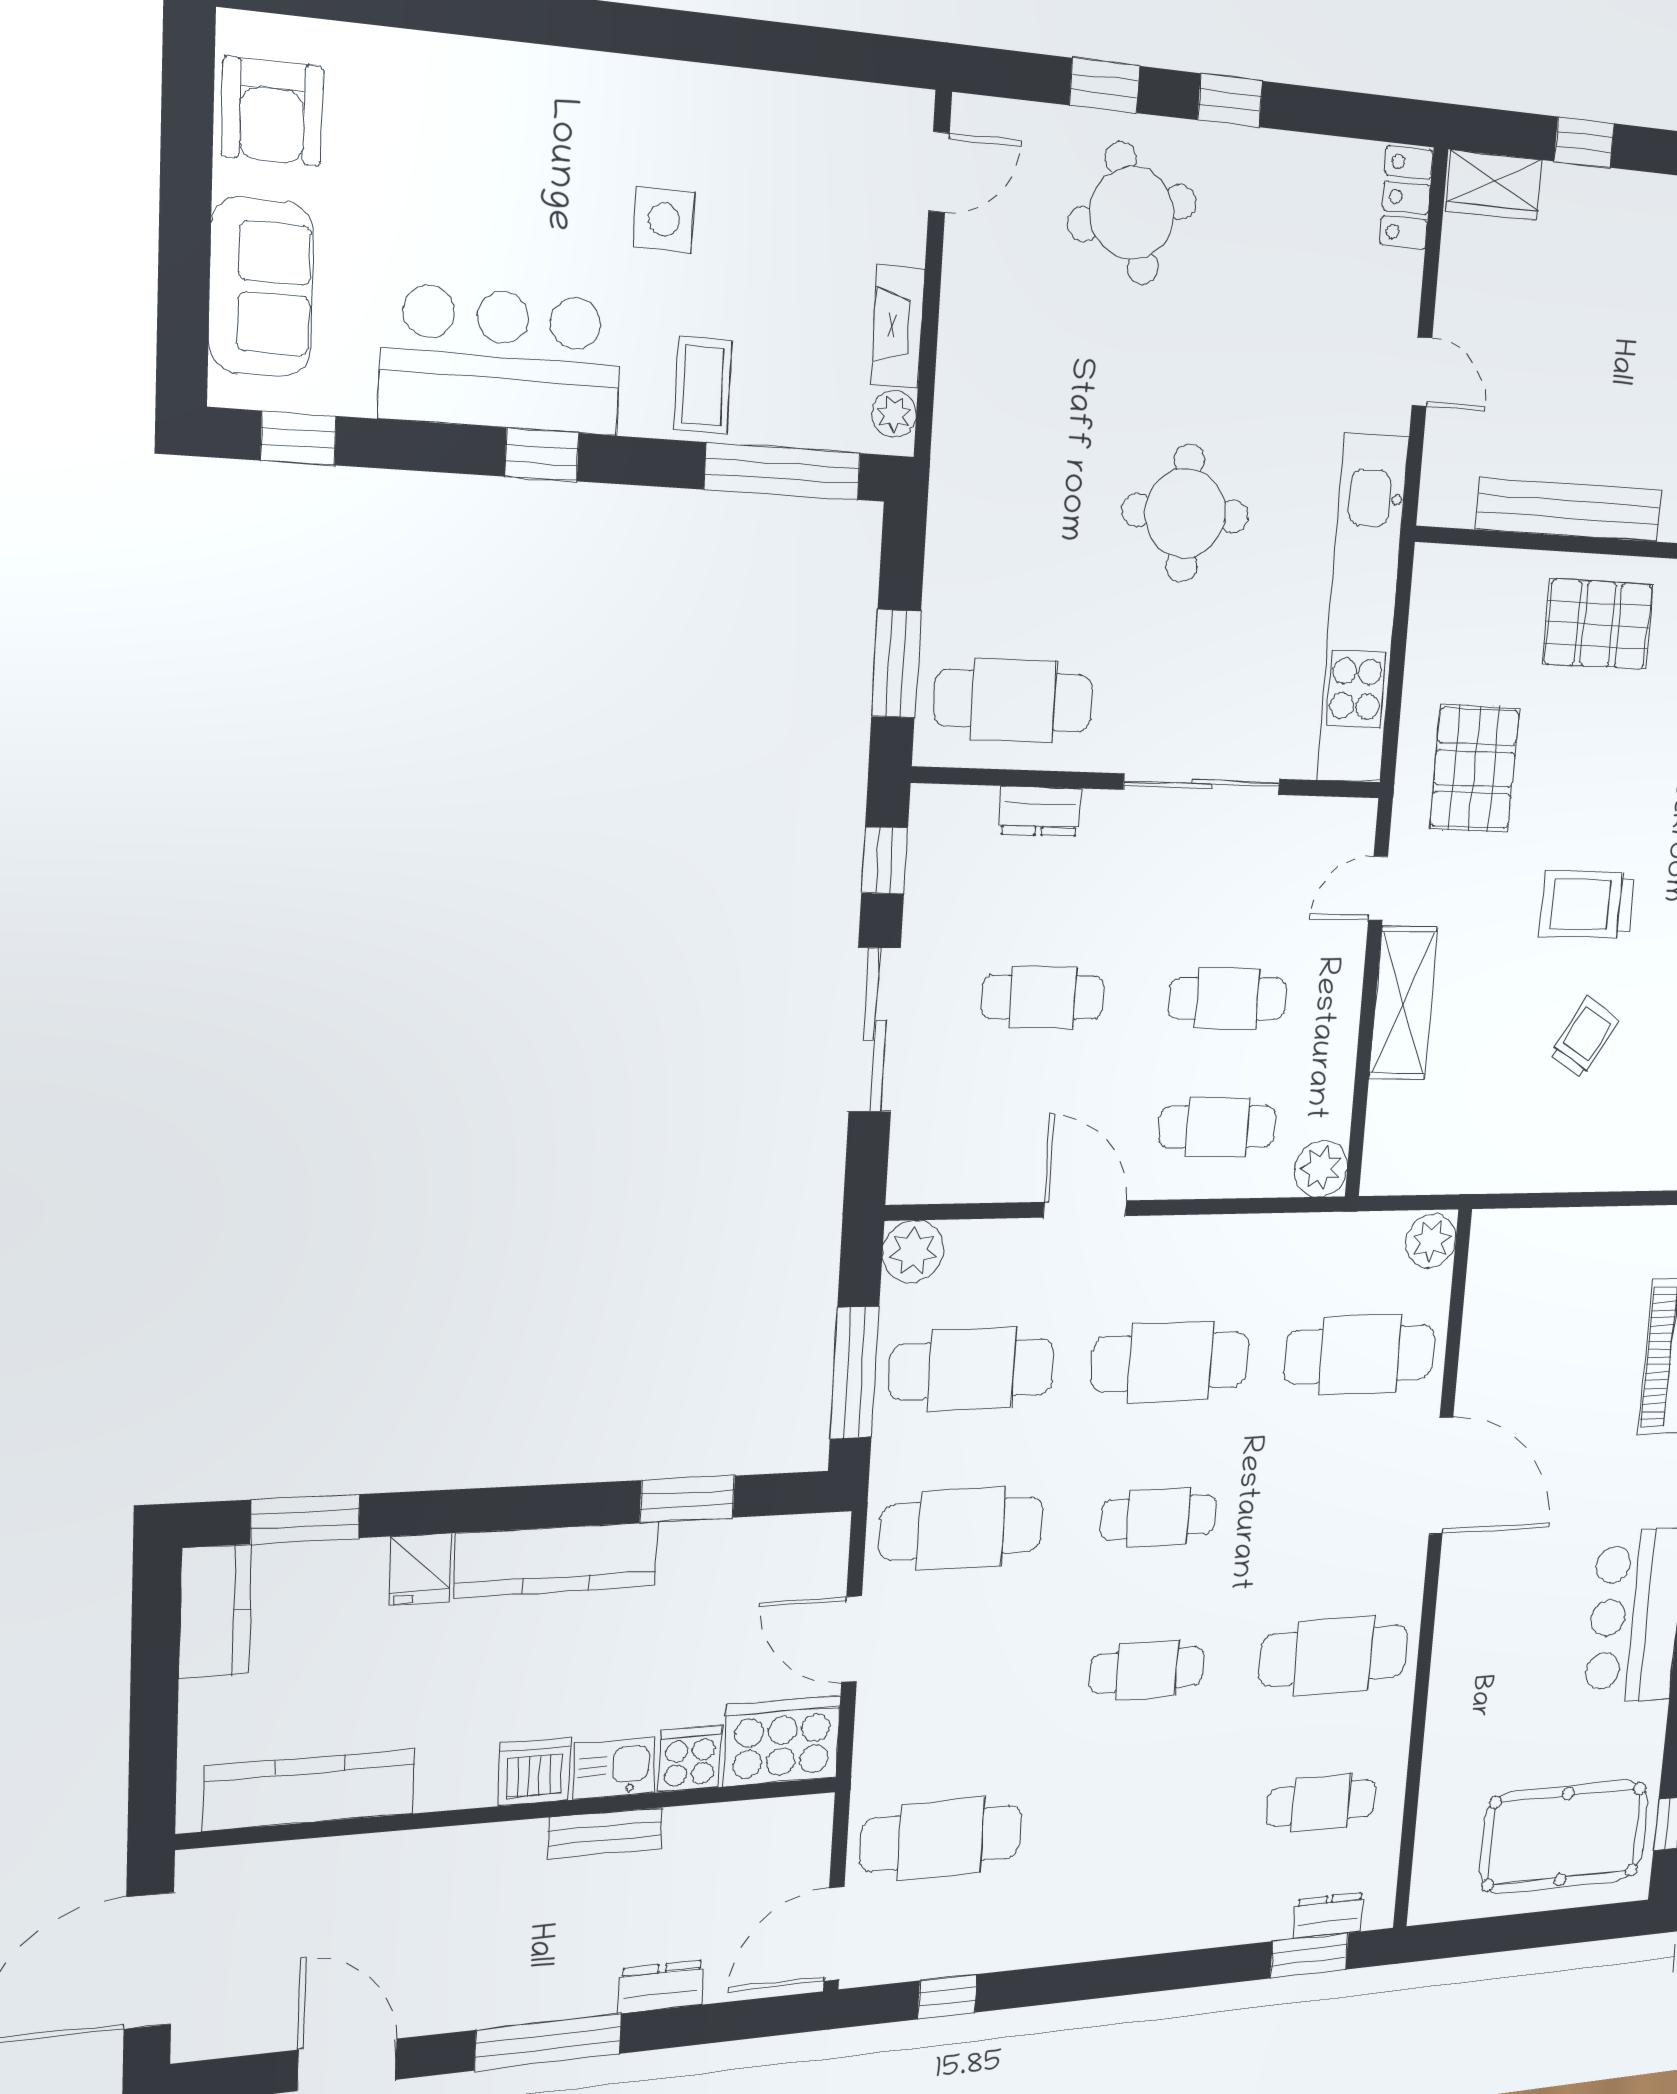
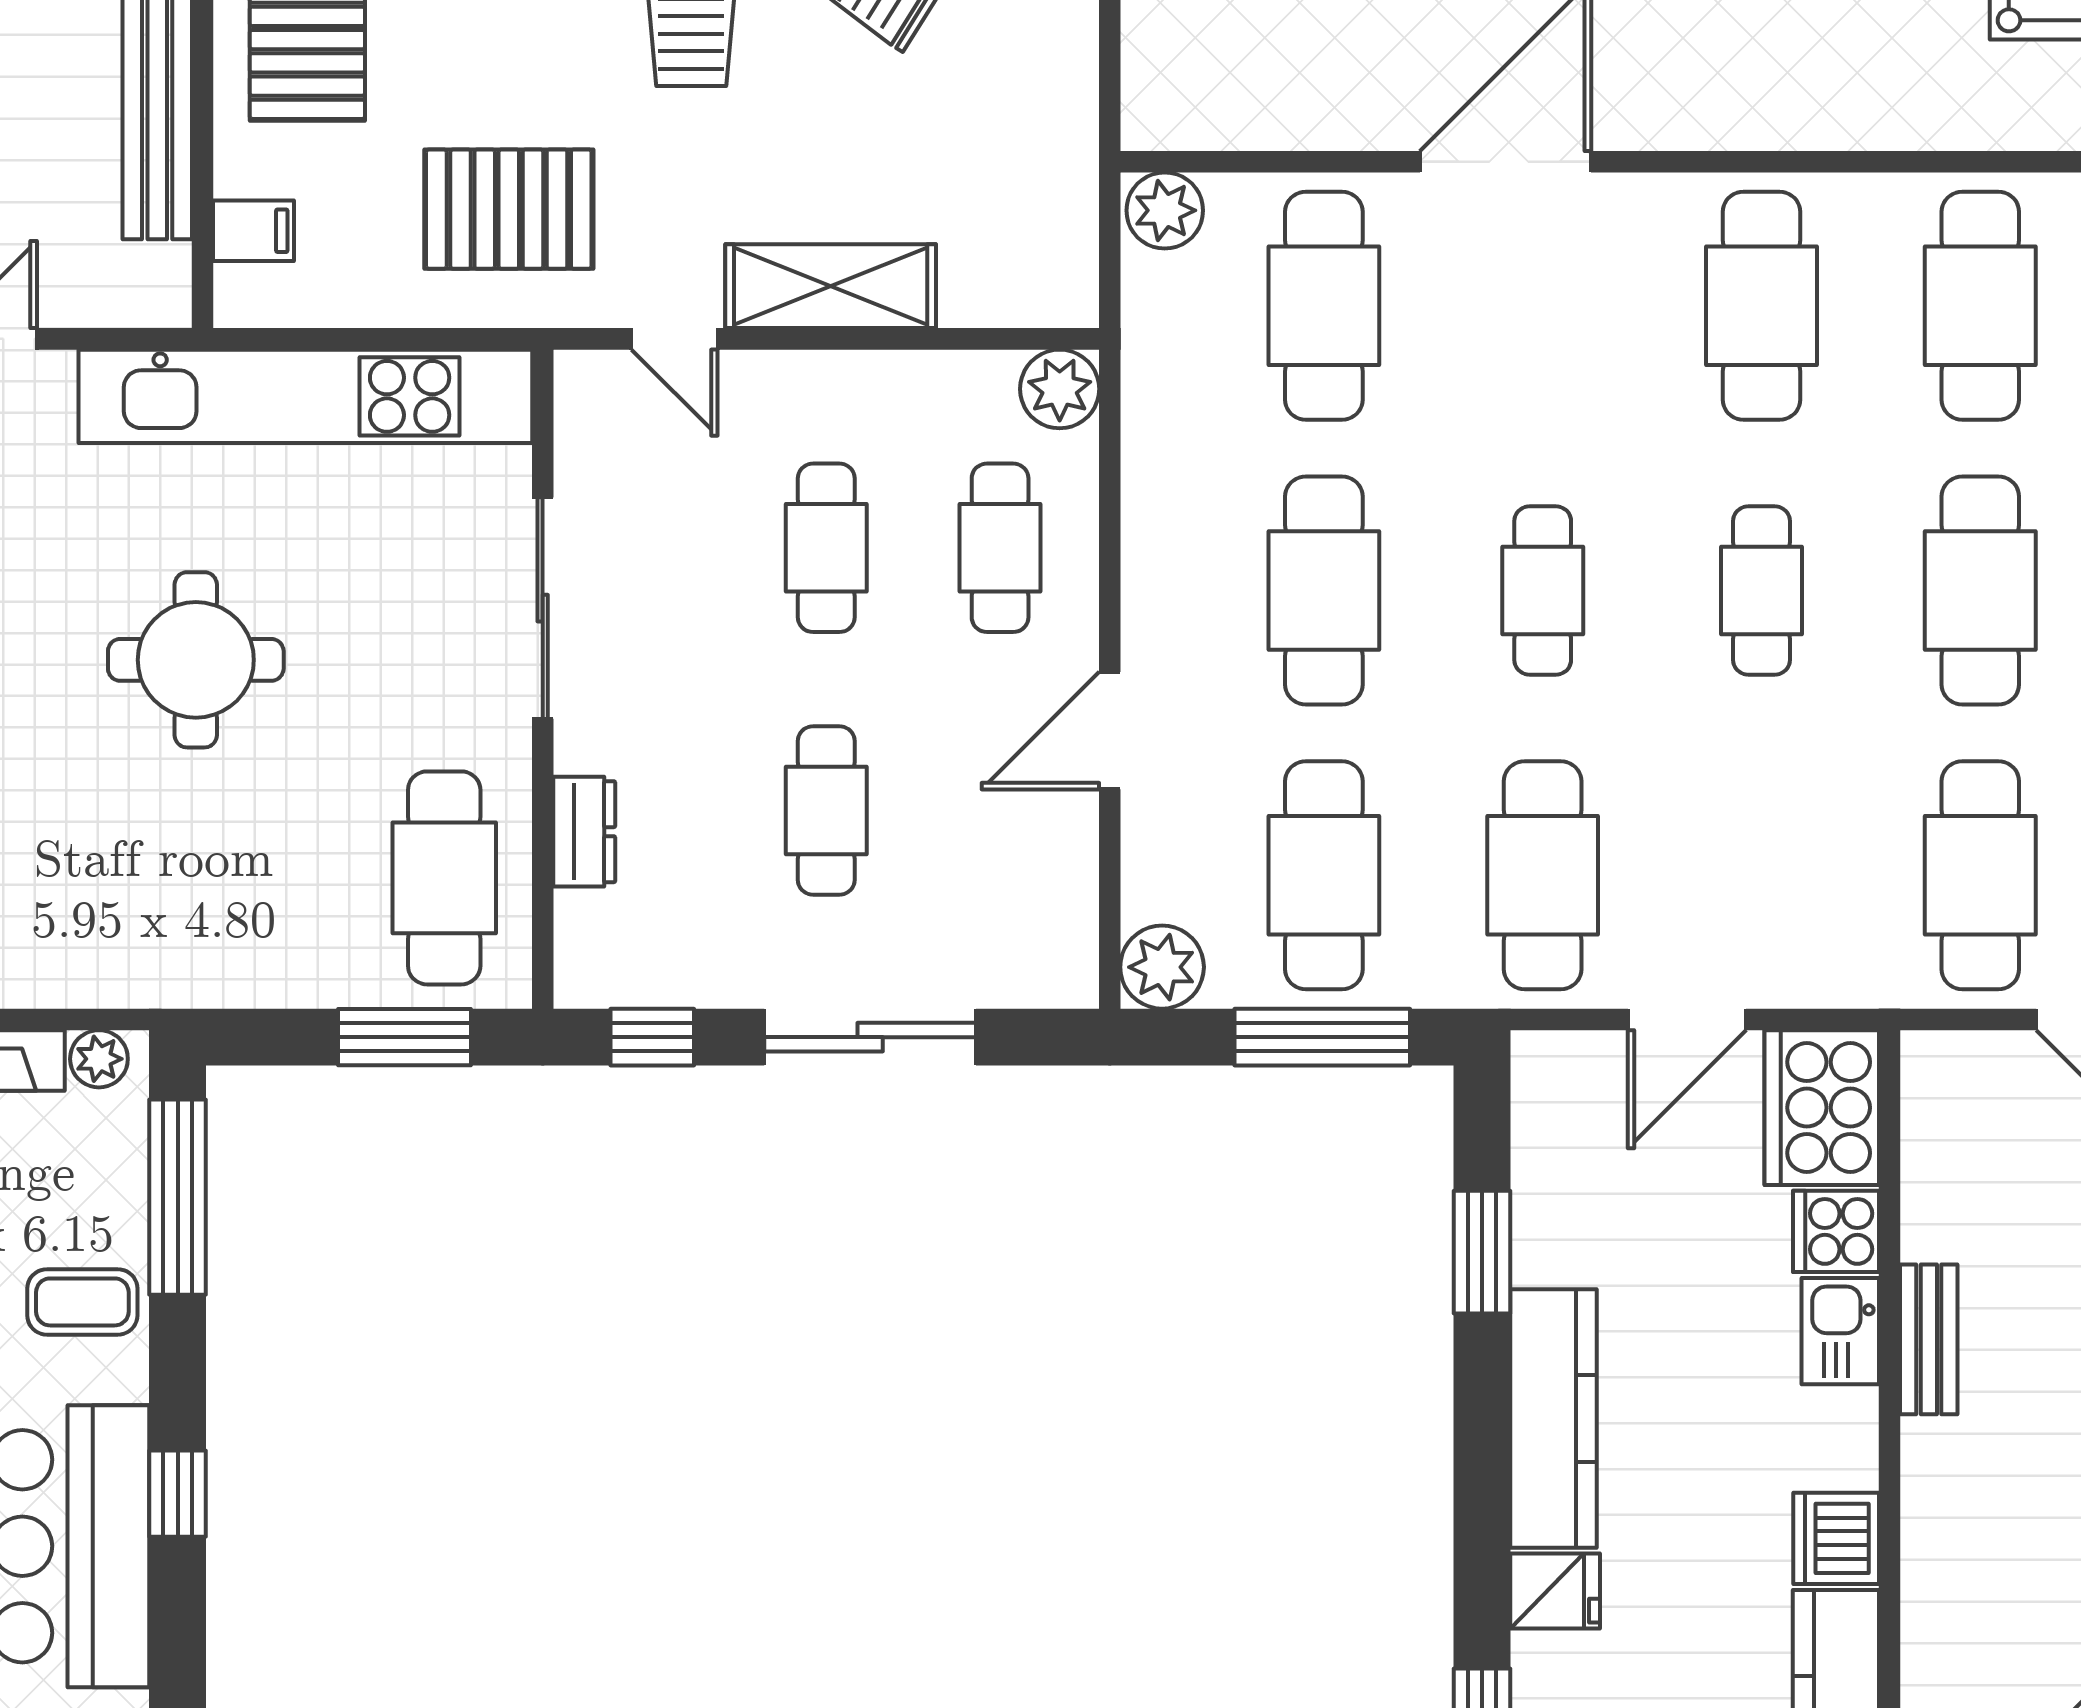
filing cabinet: (1477, 577) -> (254, 231), added
dishwasher: (534, 1772) -> (1836, 1538), moved
cafe table: (1321, 1803) -> (1980, 306), width x1.37, depth x1.35
cafe table: (1136, 1820) -> (1980, 591), added

